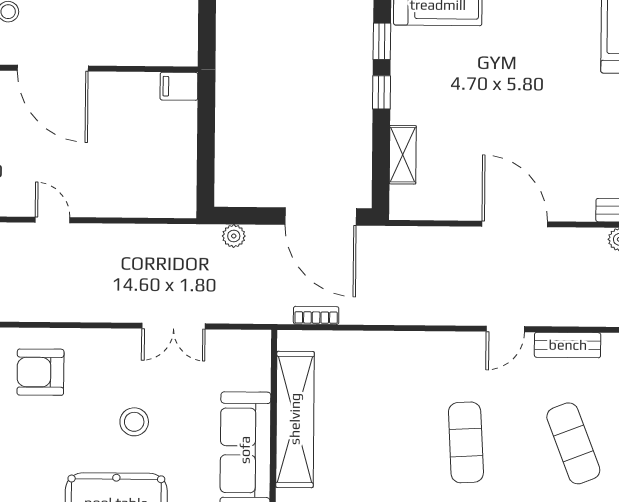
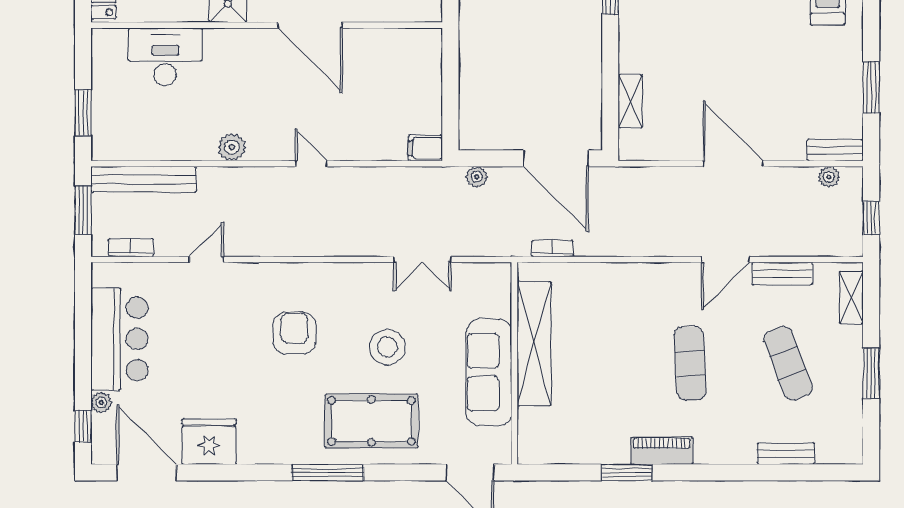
filing cabinet: (179, 86) -> (425, 148), moved
window: (381, 92) -> (610, 45), removed
door: (505, 329) -> (725, 259), width x1.38
armchair: (40, 372) -> (294, 333), moved, turned 90
stool: (134, 422) -> (387, 347), width x1.38, depth x1.38

